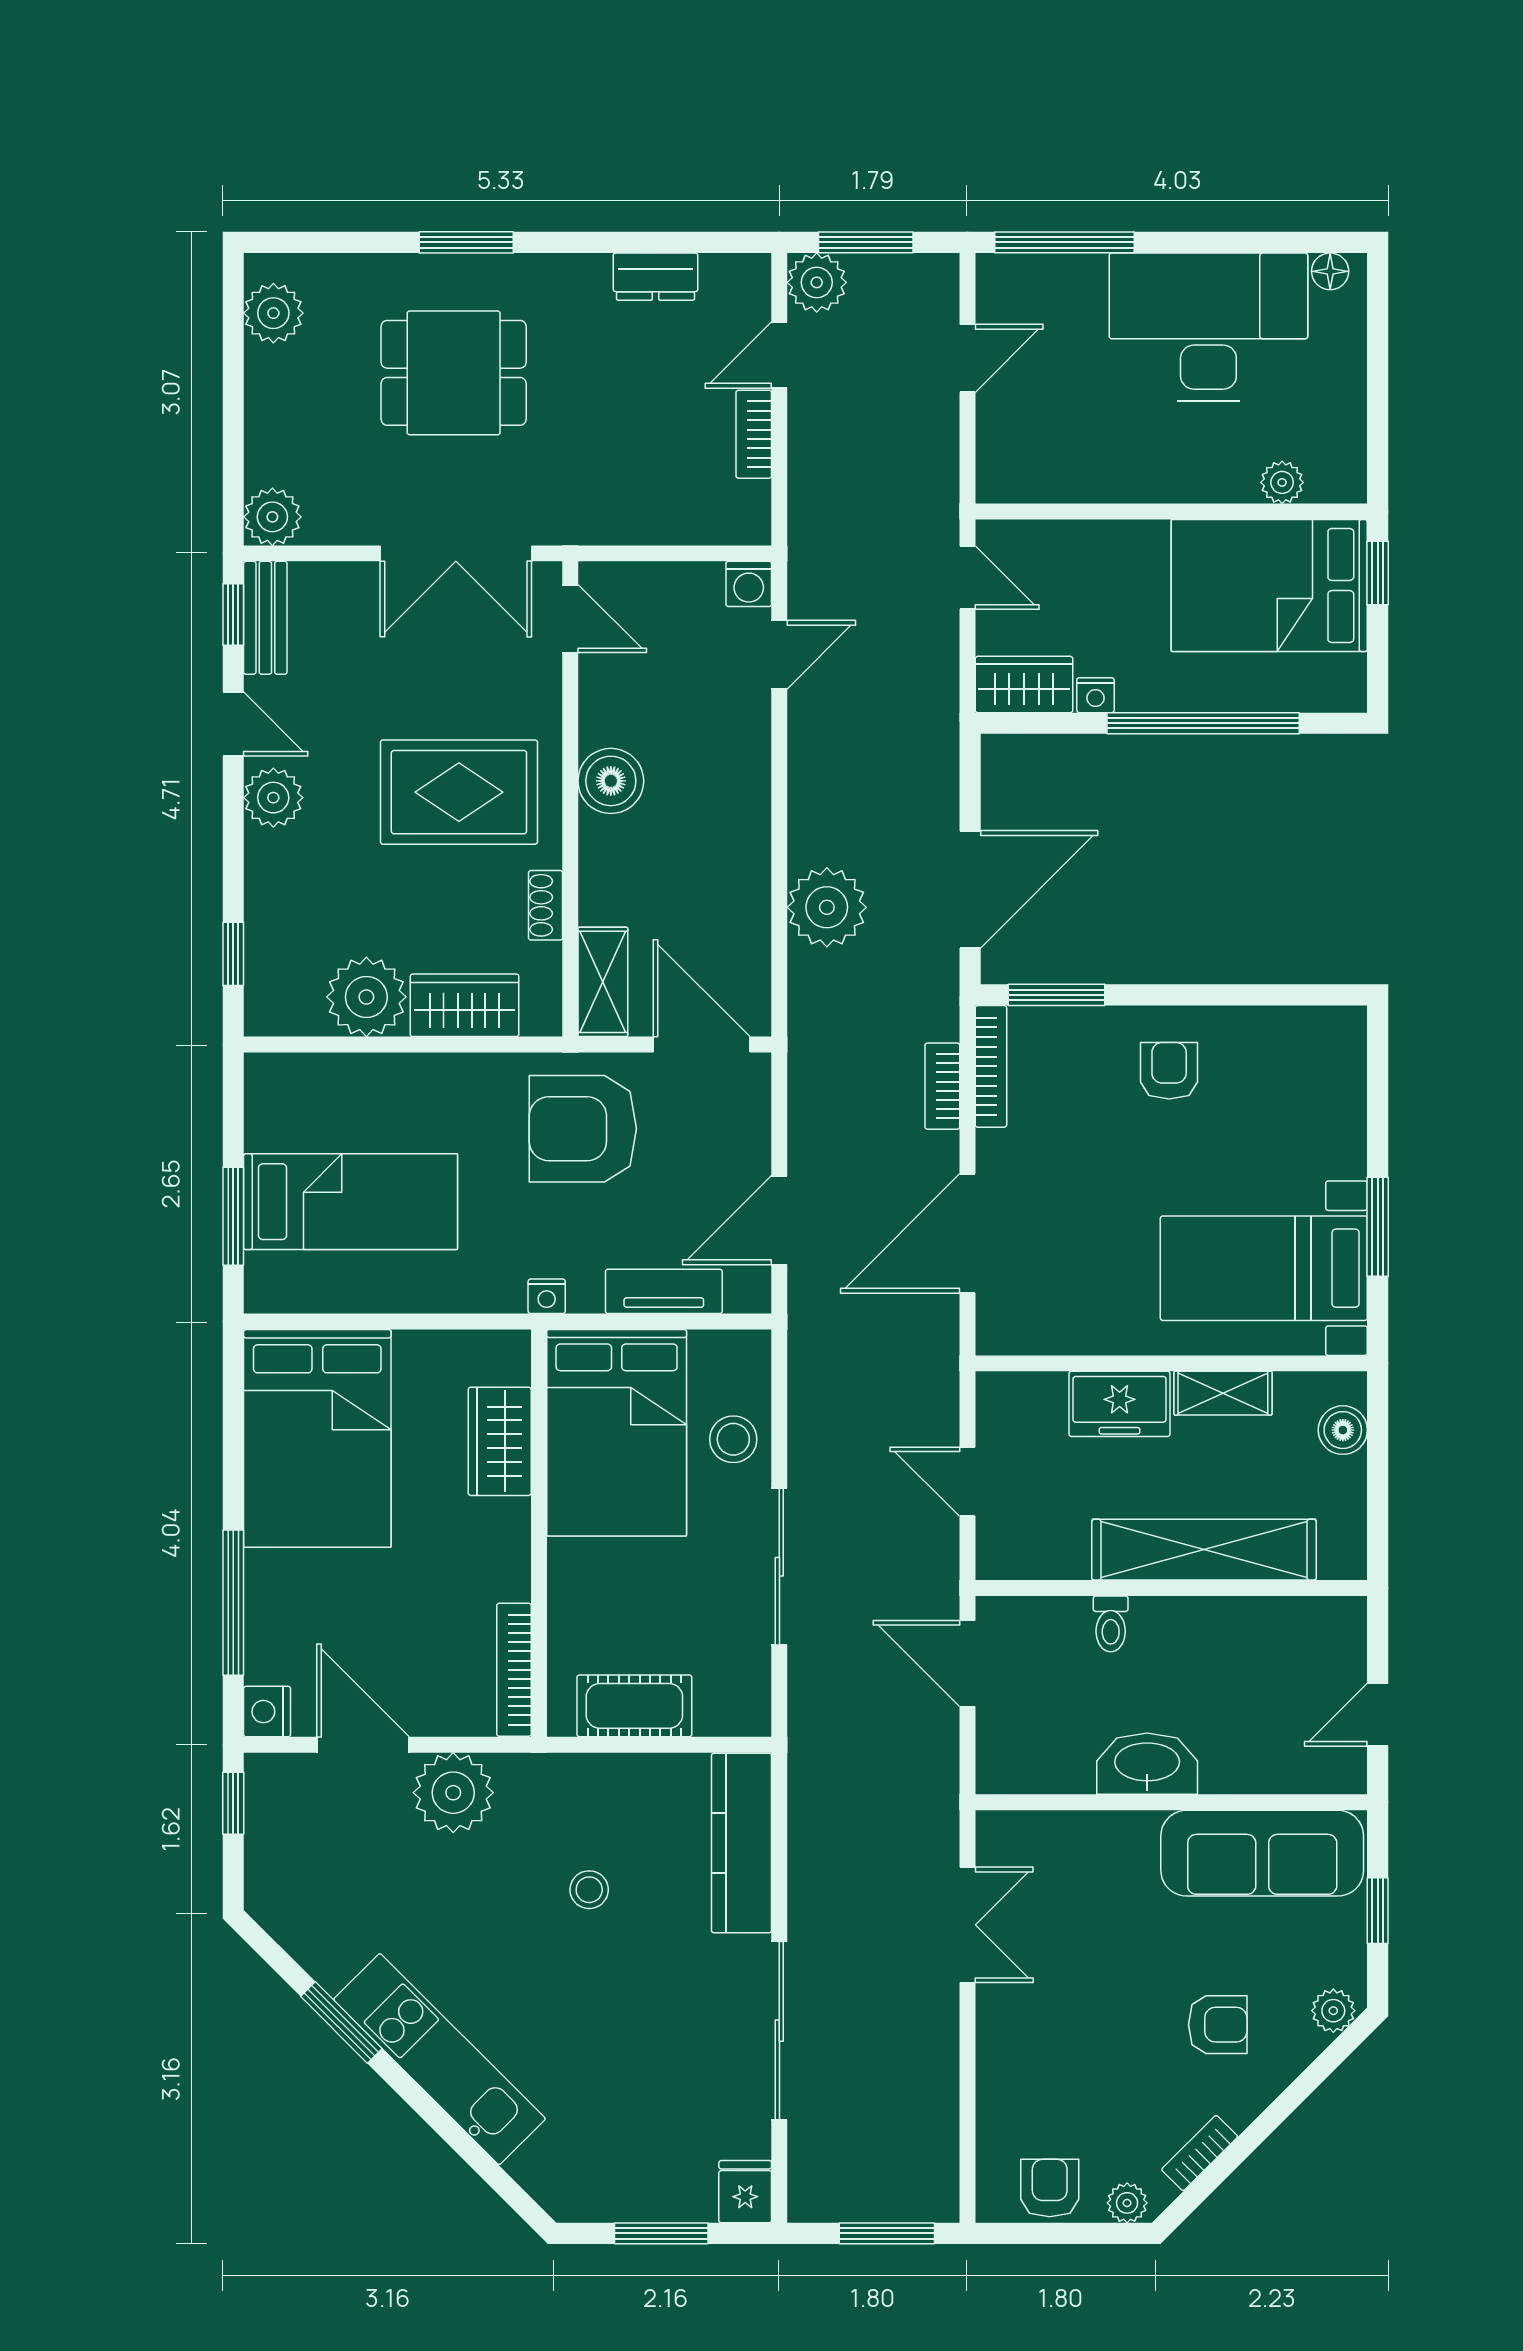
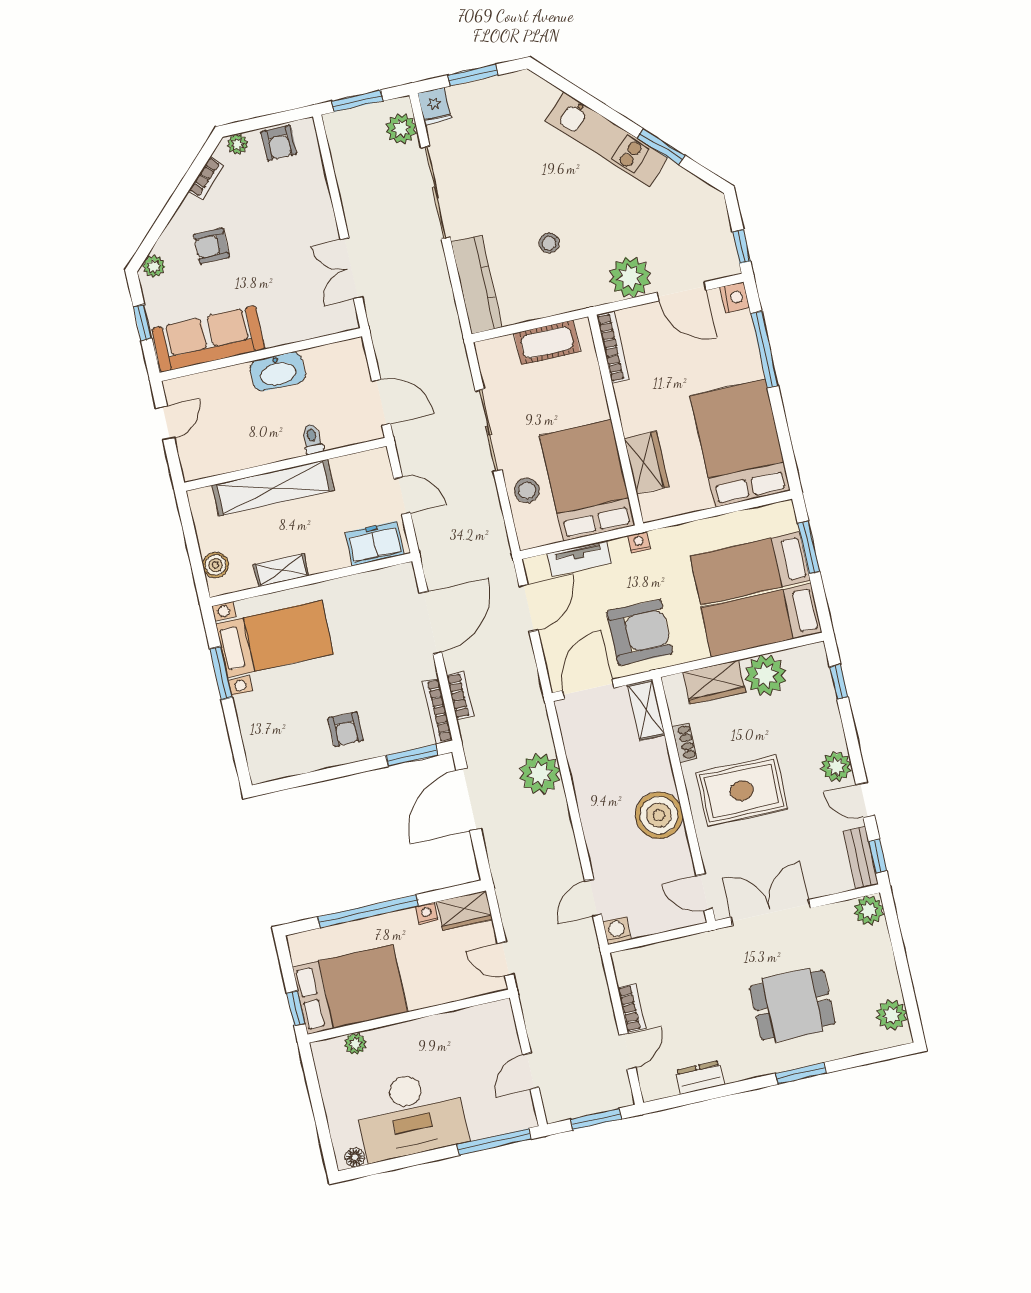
plant: (817, 282) -> (401, 129), moved
boiler: (611, 781) -> (659, 815), width x1.37, depth x1.37
door: (702, 1045) -> (588, 689), swing flipped
bed: (351, 1101) -> (761, 620), added
freezer: (1120, 1404) -> (375, 543), moved

